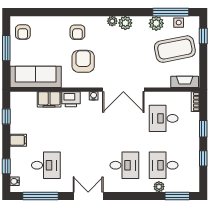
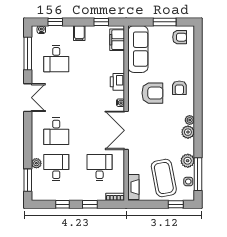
armchair: (23, 32) -> (180, 37), turned 180
armchair: (77, 32) -> (179, 88), turned -90
filing cabinet: (49, 99) -> (117, 40), moved

